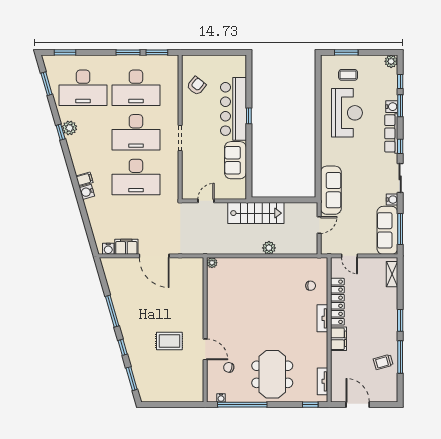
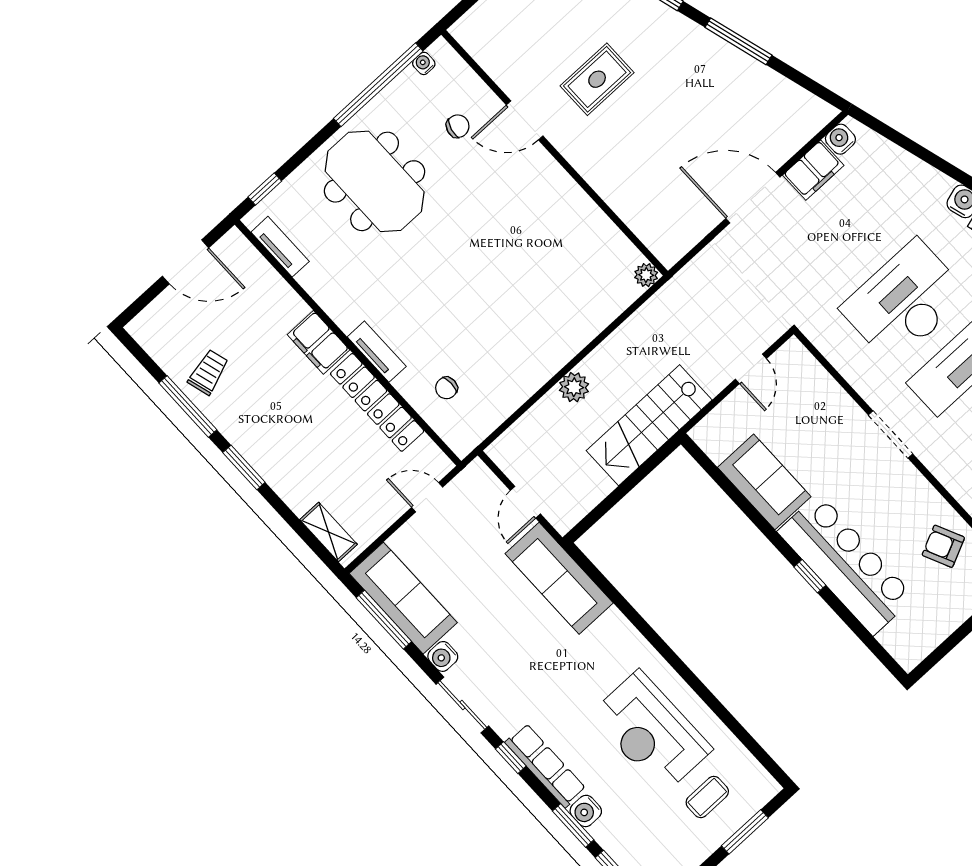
armchair: (196, 86) -> (943, 546), turned 116

